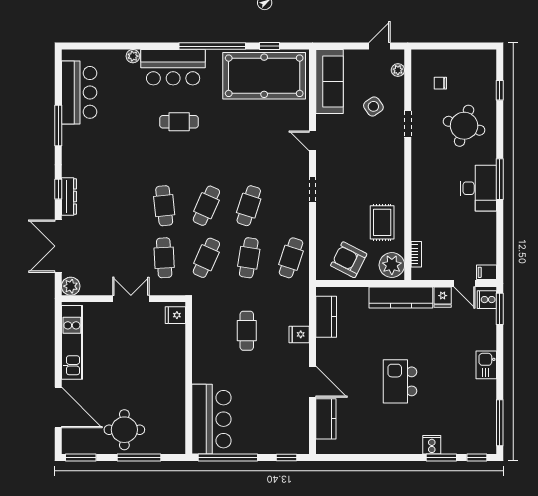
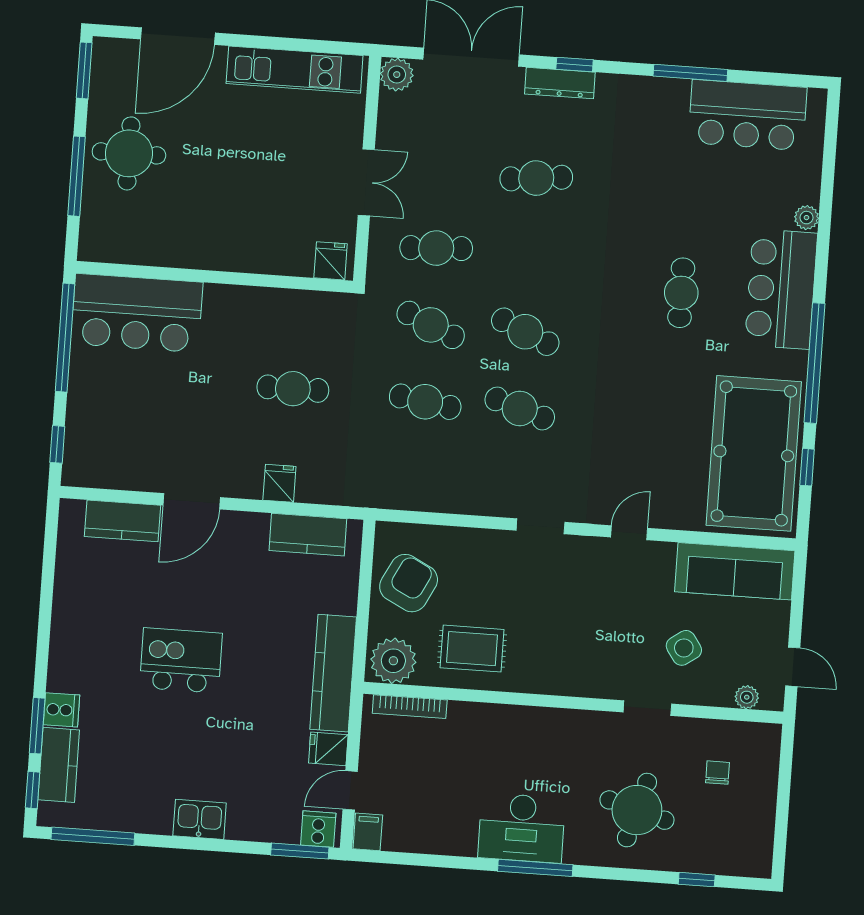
cafe table: (164, 206) -> (536, 178), moved
bookcase: (416, 254) -> (410, 707), width x1.56
cafe table: (291, 258) -> (420, 479), removed
kitchen counter: (462, 444) -> (59, 765), added

